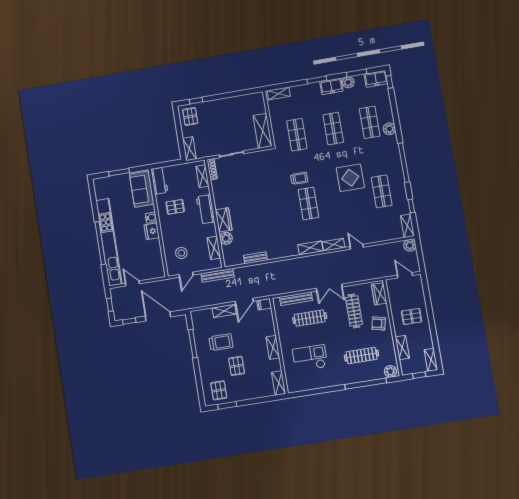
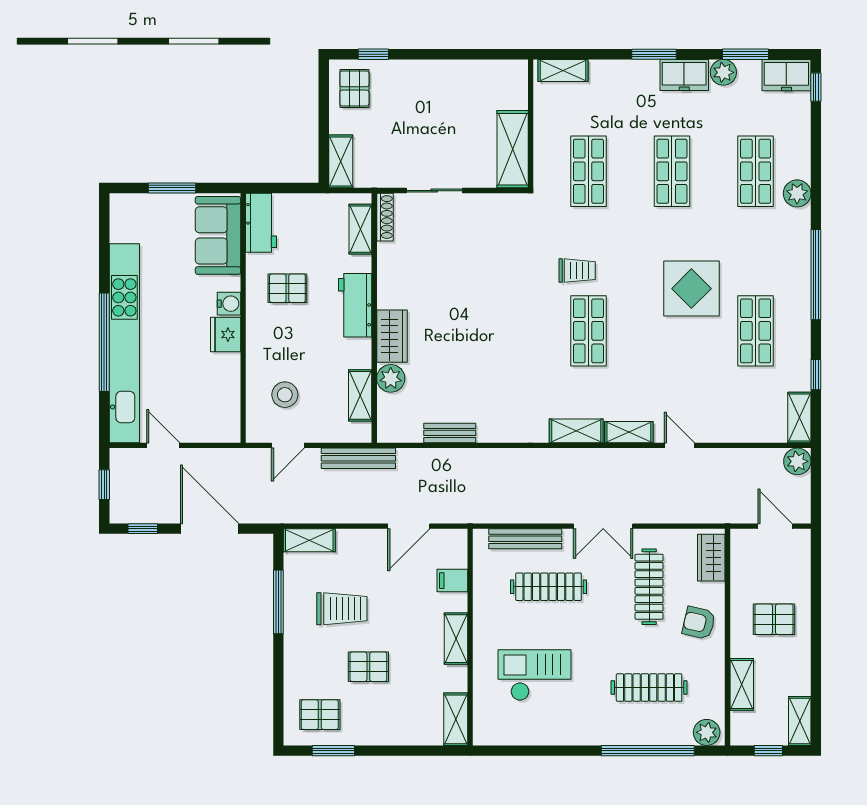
filing cabinet: (264, 304) -> (452, 581), moved
shelving: (224, 311) -> (309, 540), moved
pallet: (237, 366) -> (368, 667), turned 90
pallet: (219, 390) -> (320, 715), turned 90

